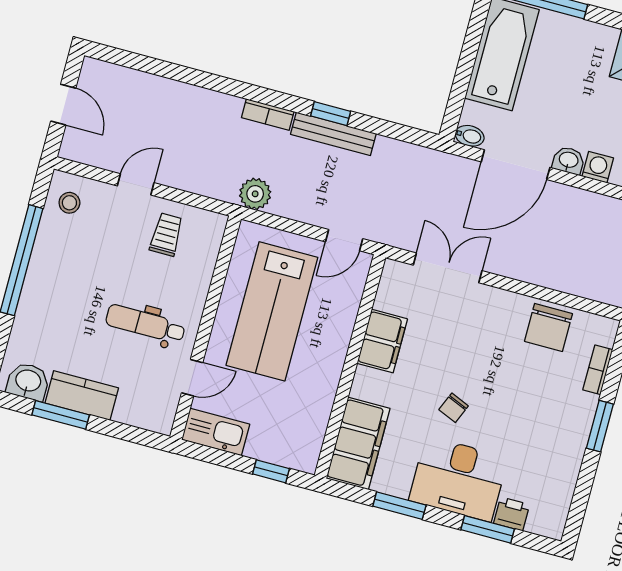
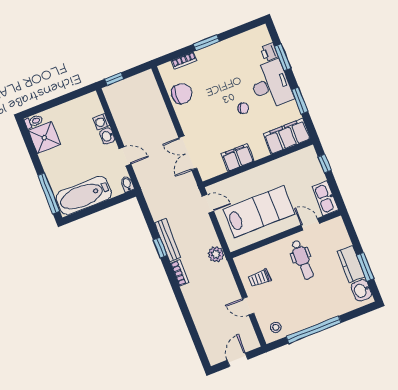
door: (516, 165) -> (125, 156), width x0.53

